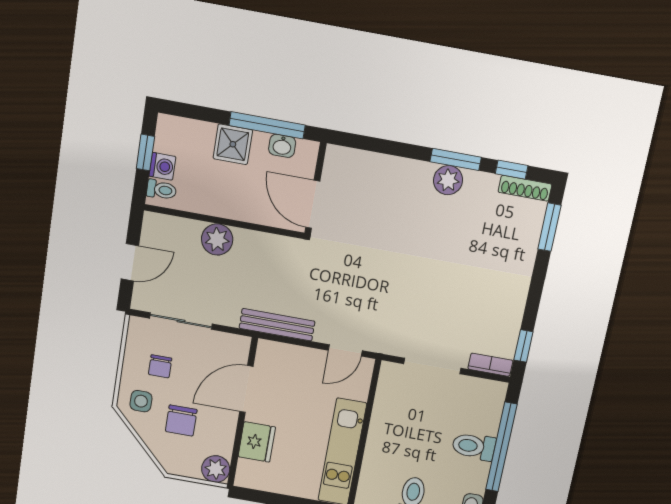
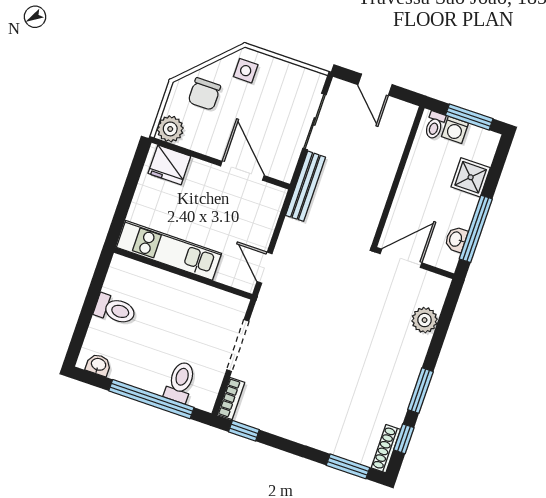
shower: (233, 144) -> (471, 177), moved
window: (145, 152) -> (469, 117), width x1.50
plant: (448, 180) -> (425, 320), moved
plant: (217, 239) -> (383, 167), removed
bench: (277, 325) -> (306, 186), moved
chair: (160, 366) -> (276, 95), removed
chair: (181, 421) -> (204, 94), moved, turned -90
fridge: (257, 442) -> (169, 165), moved
toilet: (474, 446) -> (180, 382), moved

